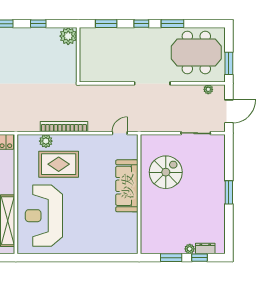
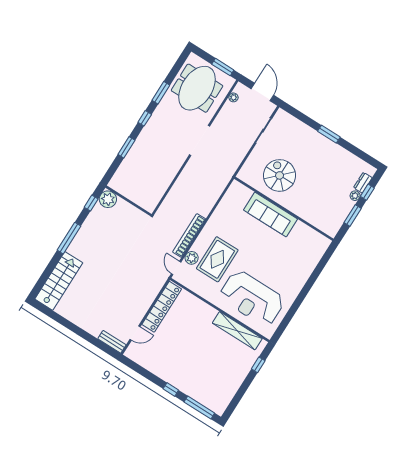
plant: (68, 36) -> (108, 199), moved
wall: (78, 55) -> (128, 201), moved
door: (120, 133) -> (176, 268), moved

